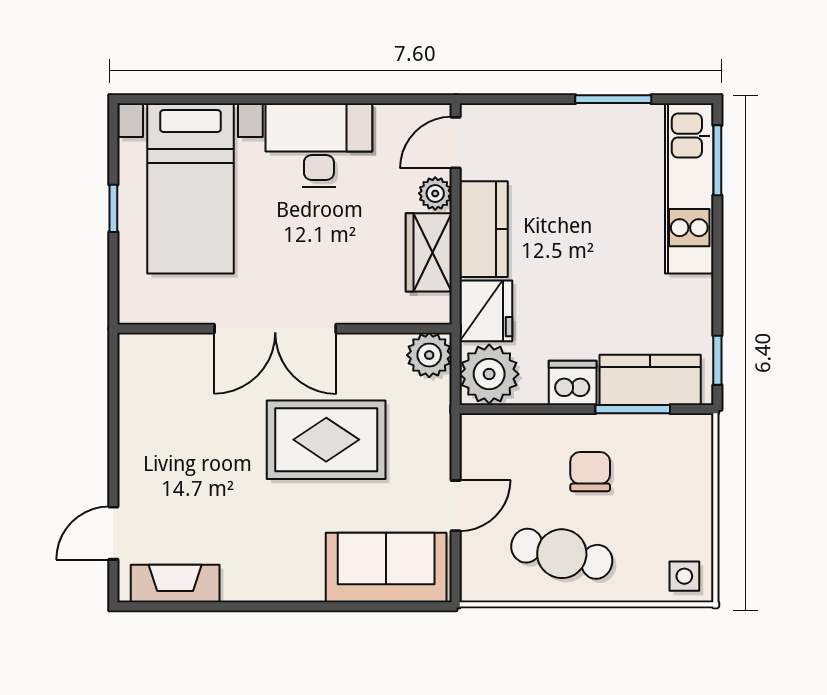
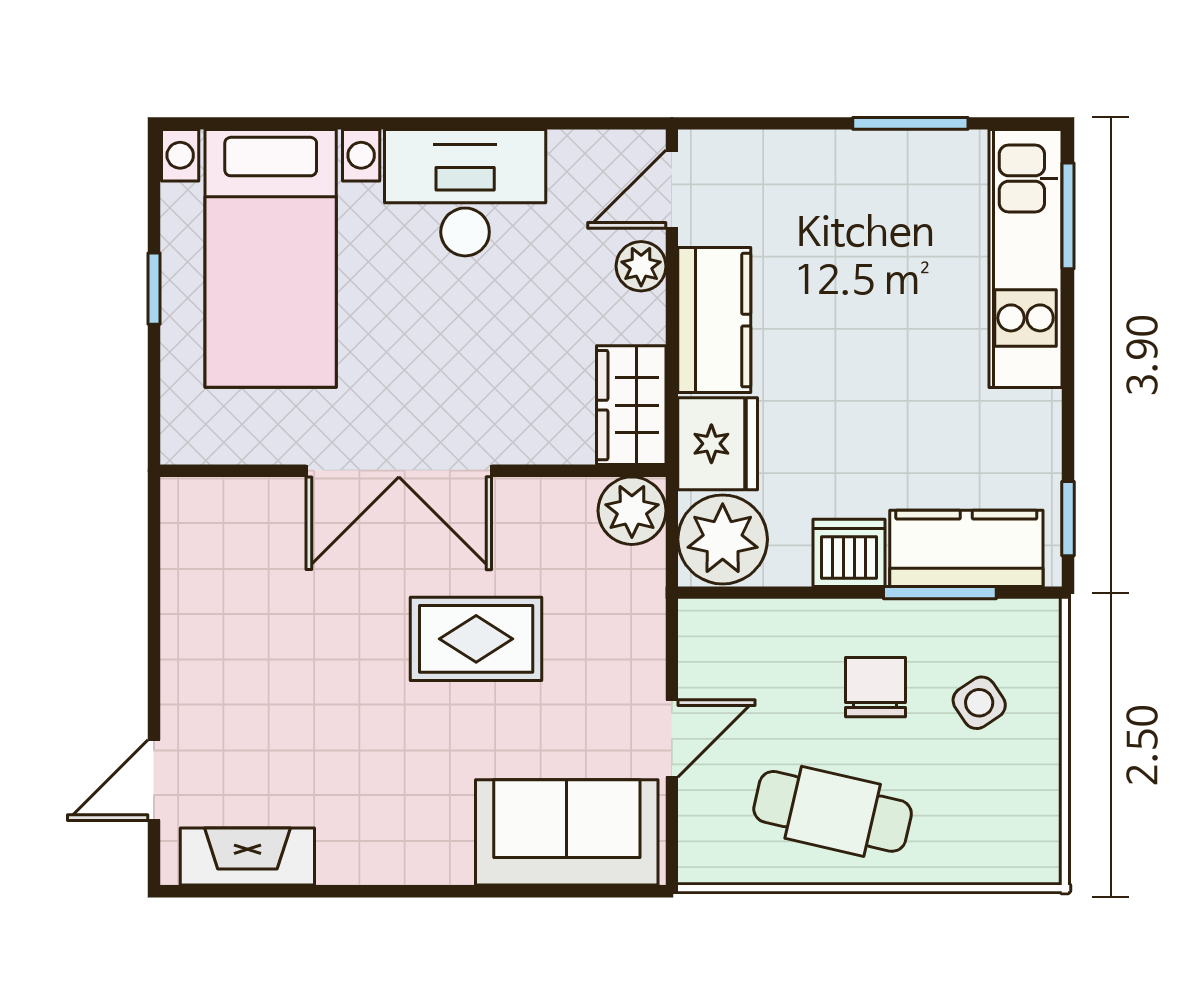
wardrobe: (429, 252) -> (631, 405), moved
rug: (326, 440) -> (476, 639), width x0.73, depth x0.70
side table: (684, 576) -> (979, 703), moved, turned -34

